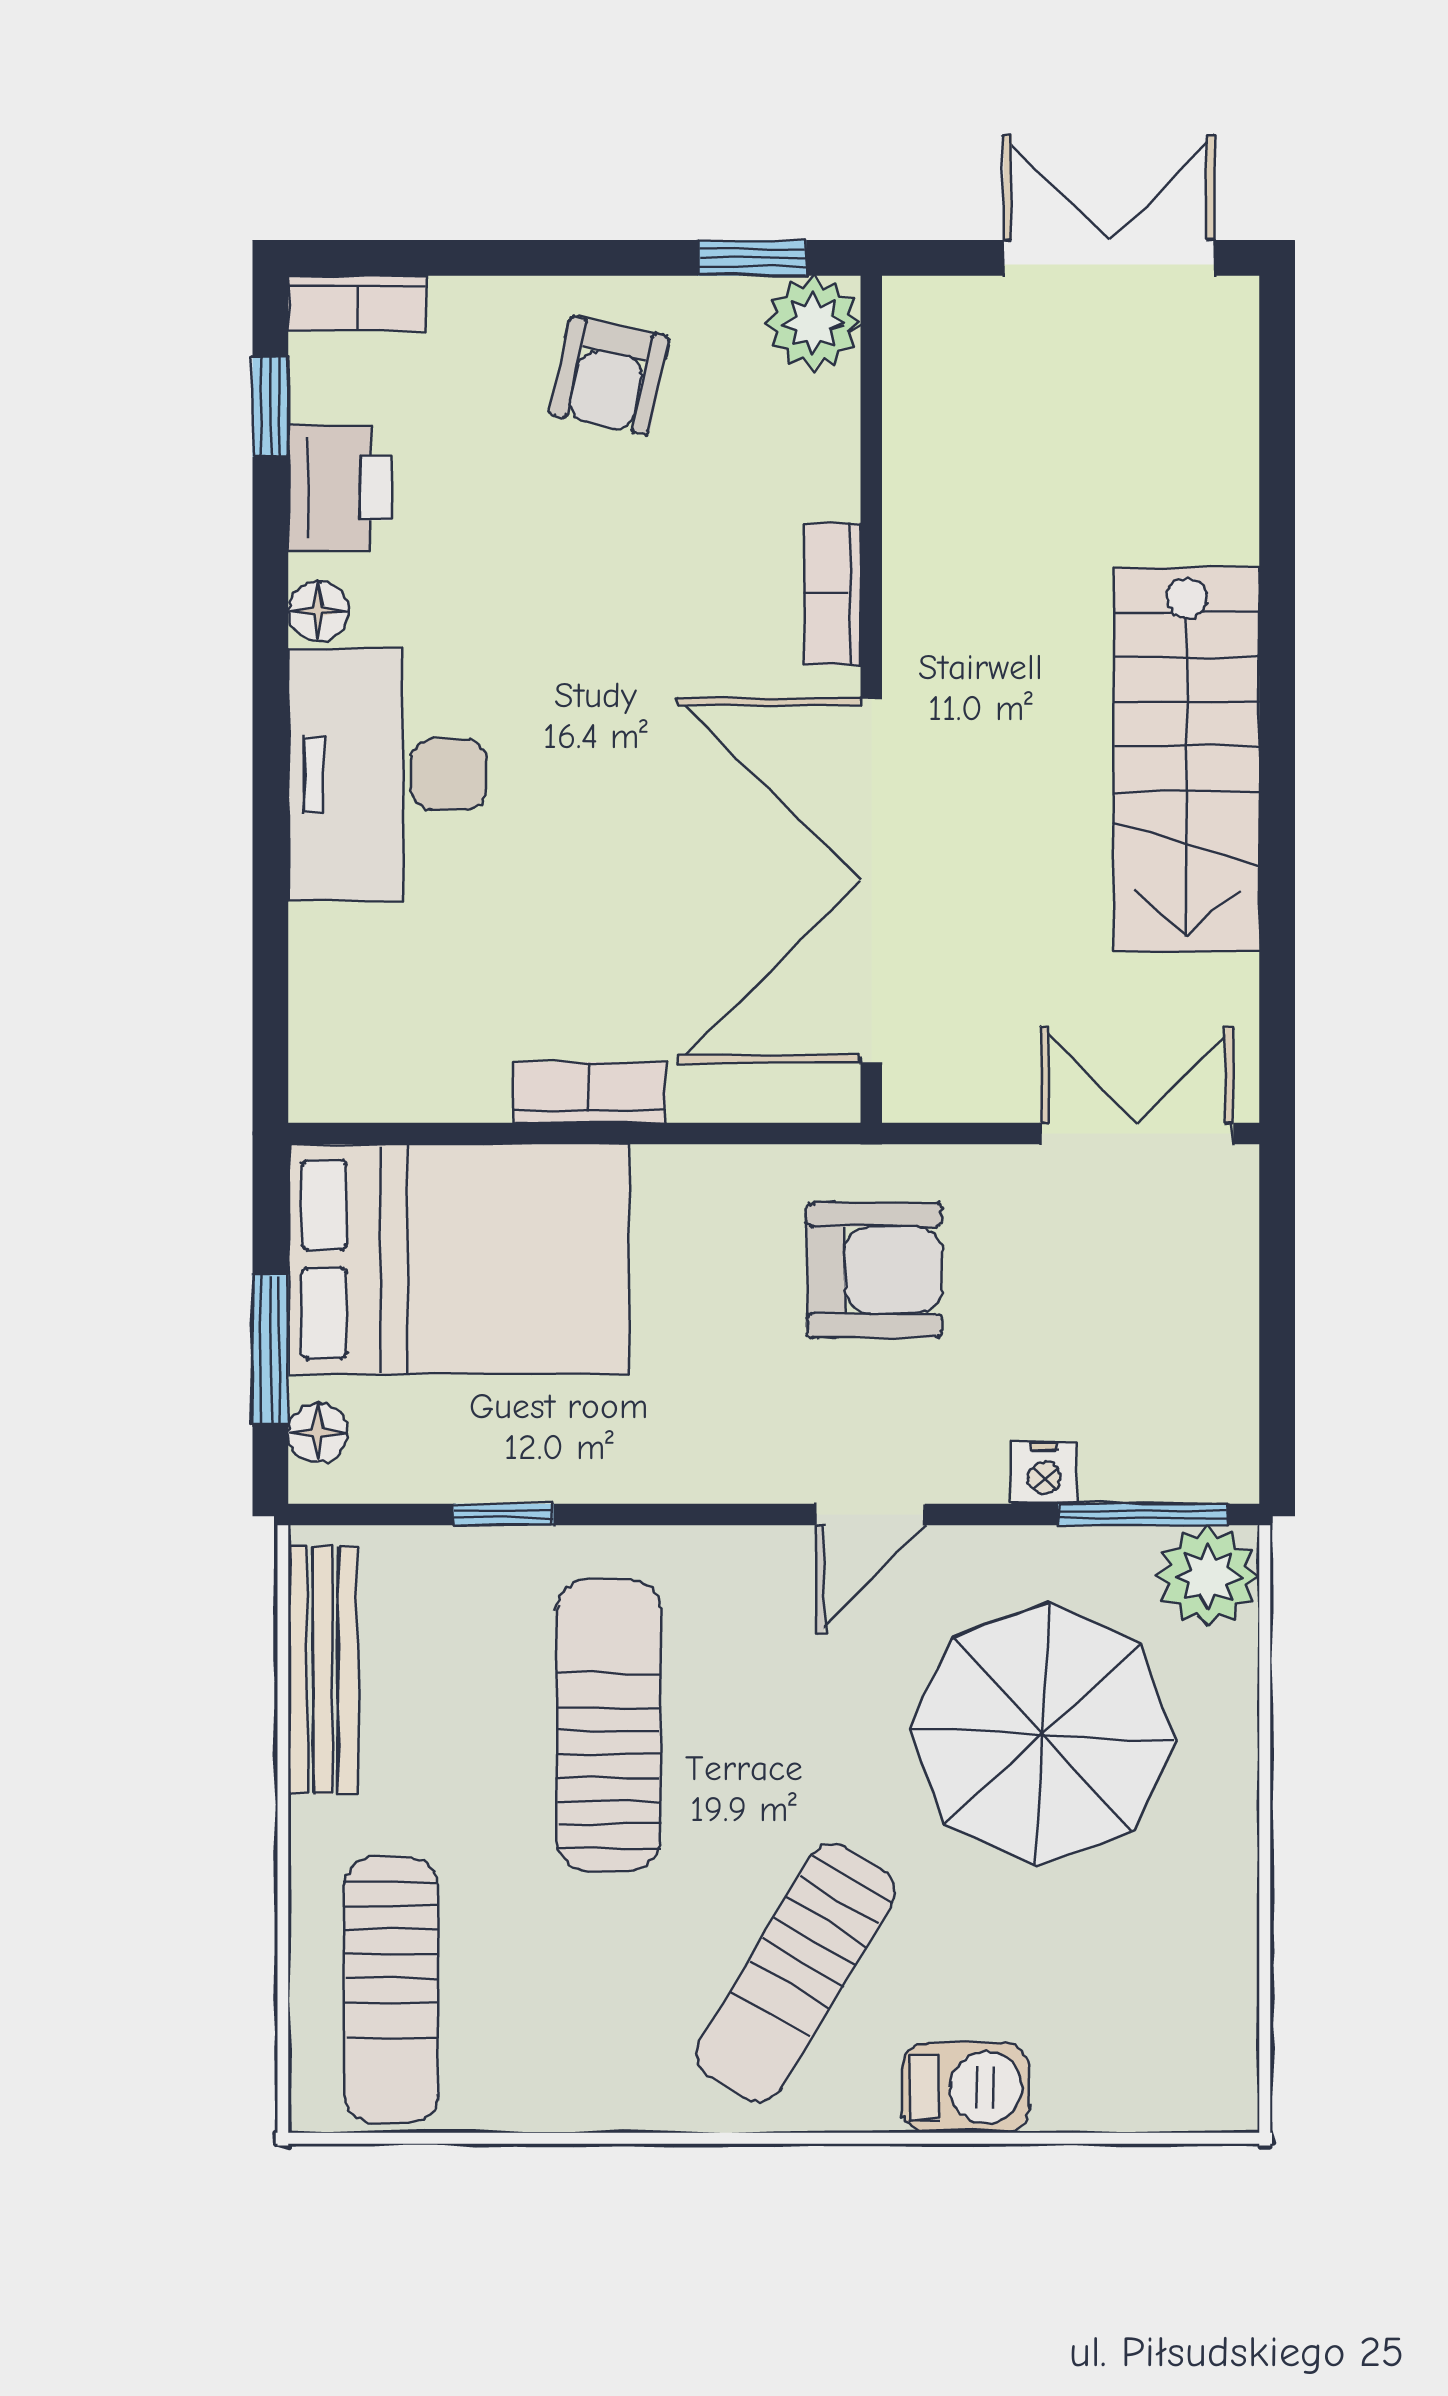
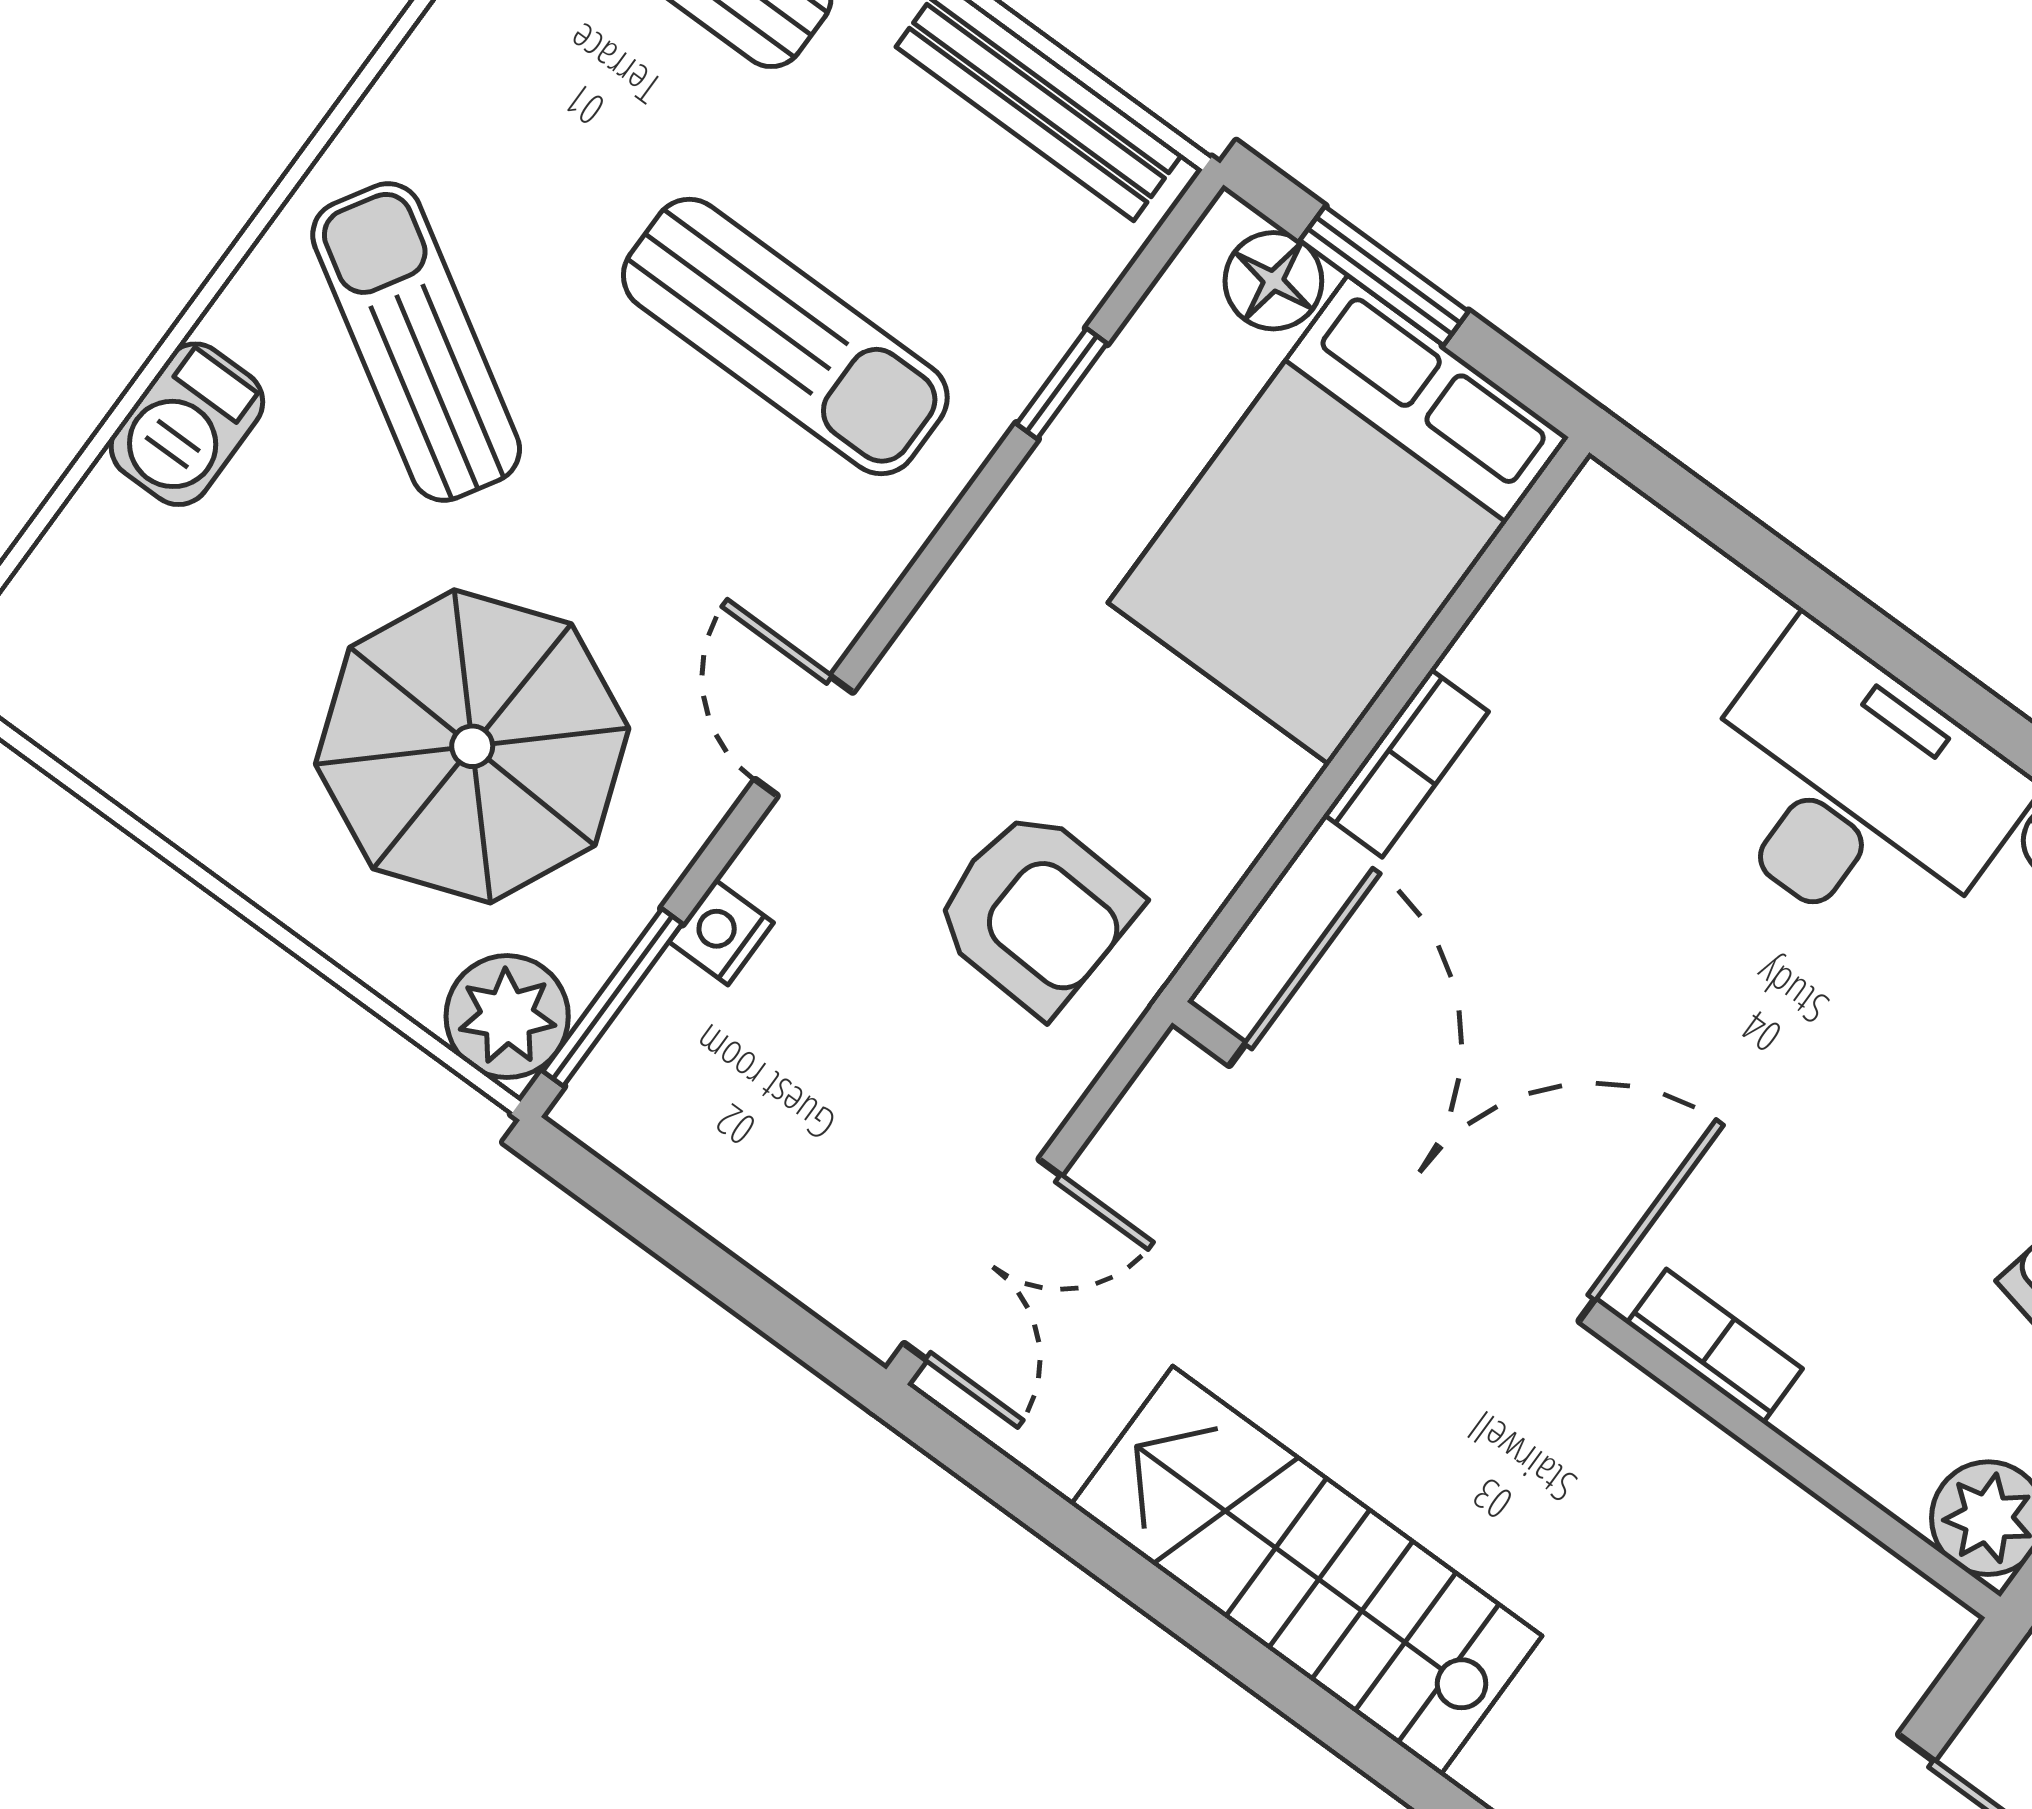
armchair: (874, 1270) -> (1036, 911), turned -87
floor lamp: (318, 1433) -> (1273, 281), width x1.37, depth x1.37

